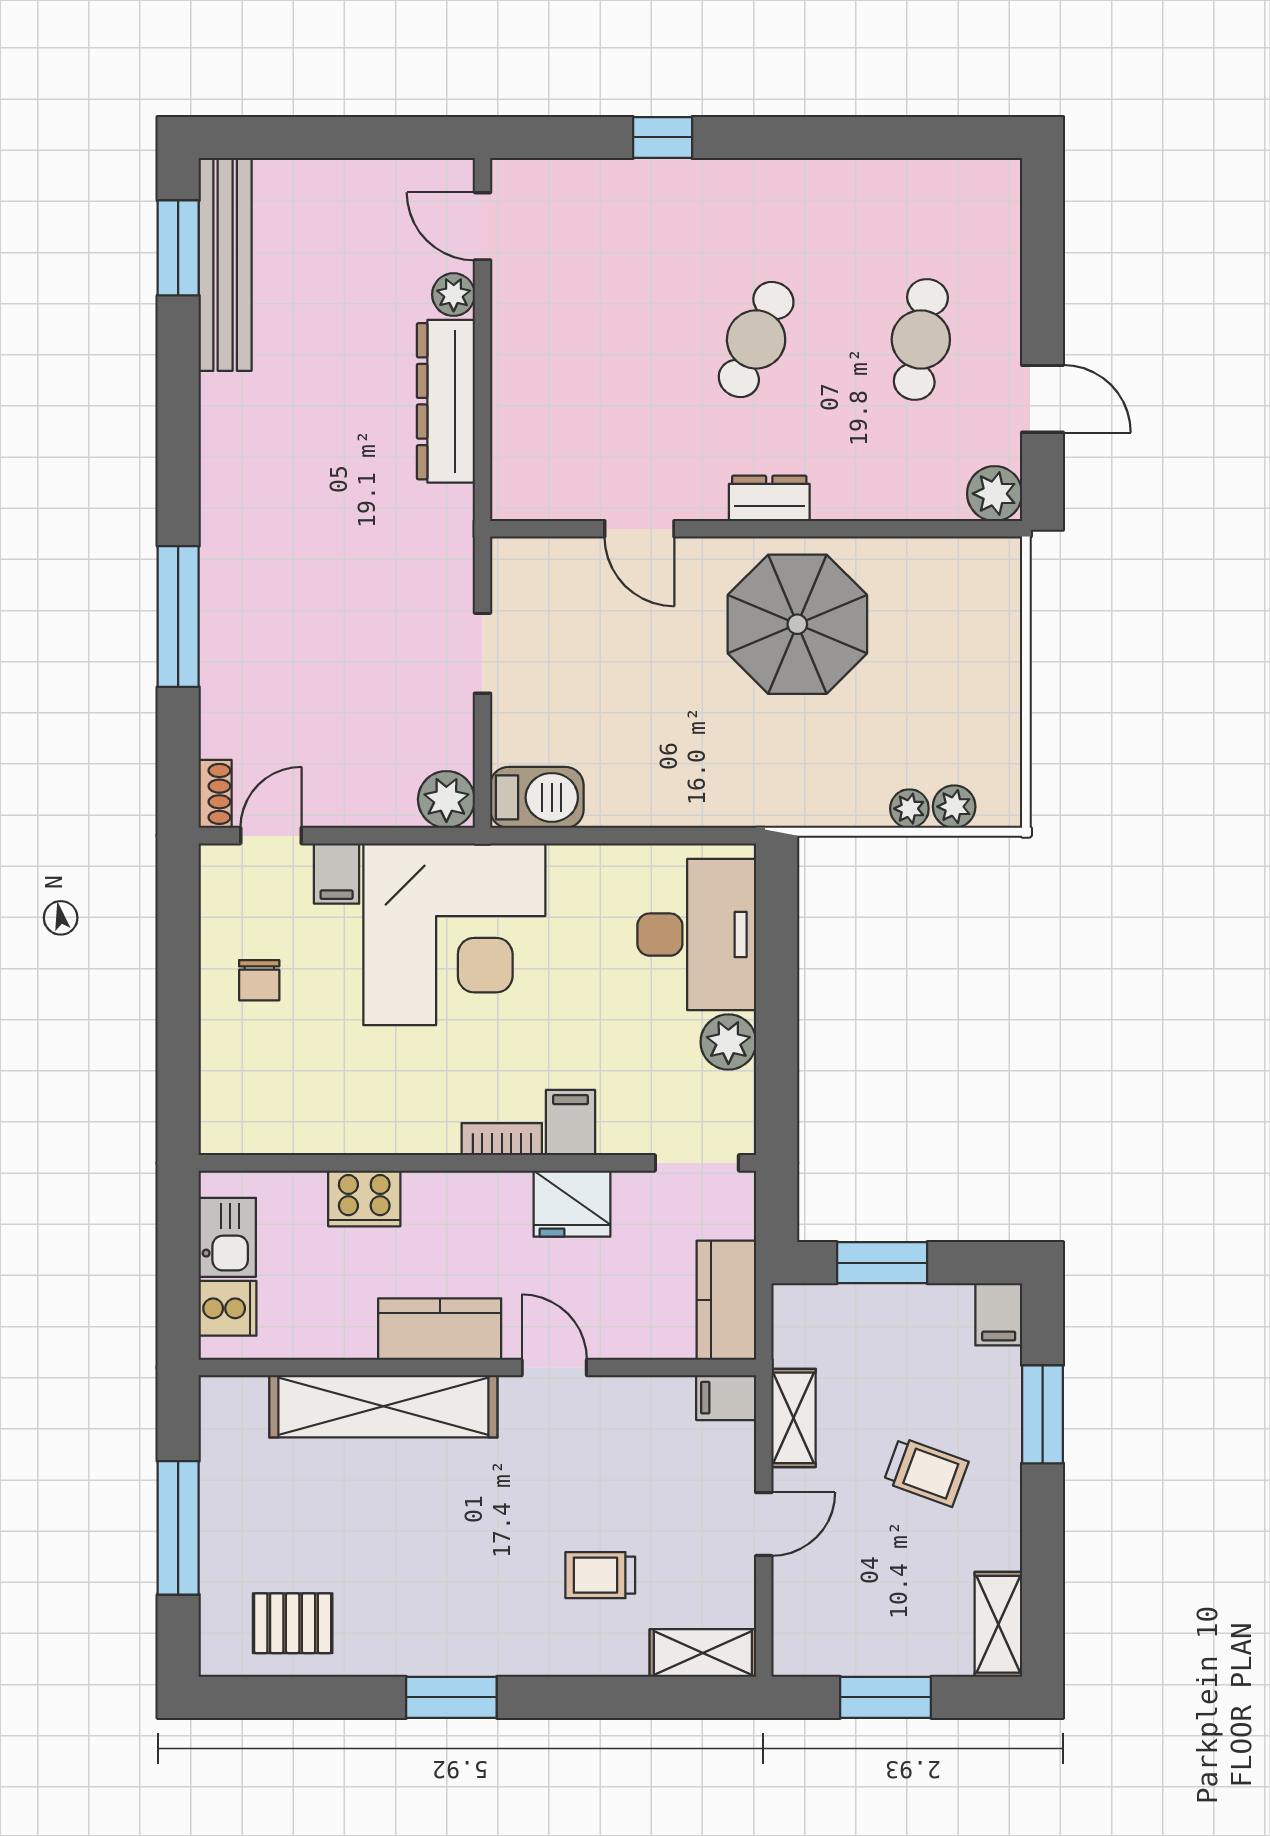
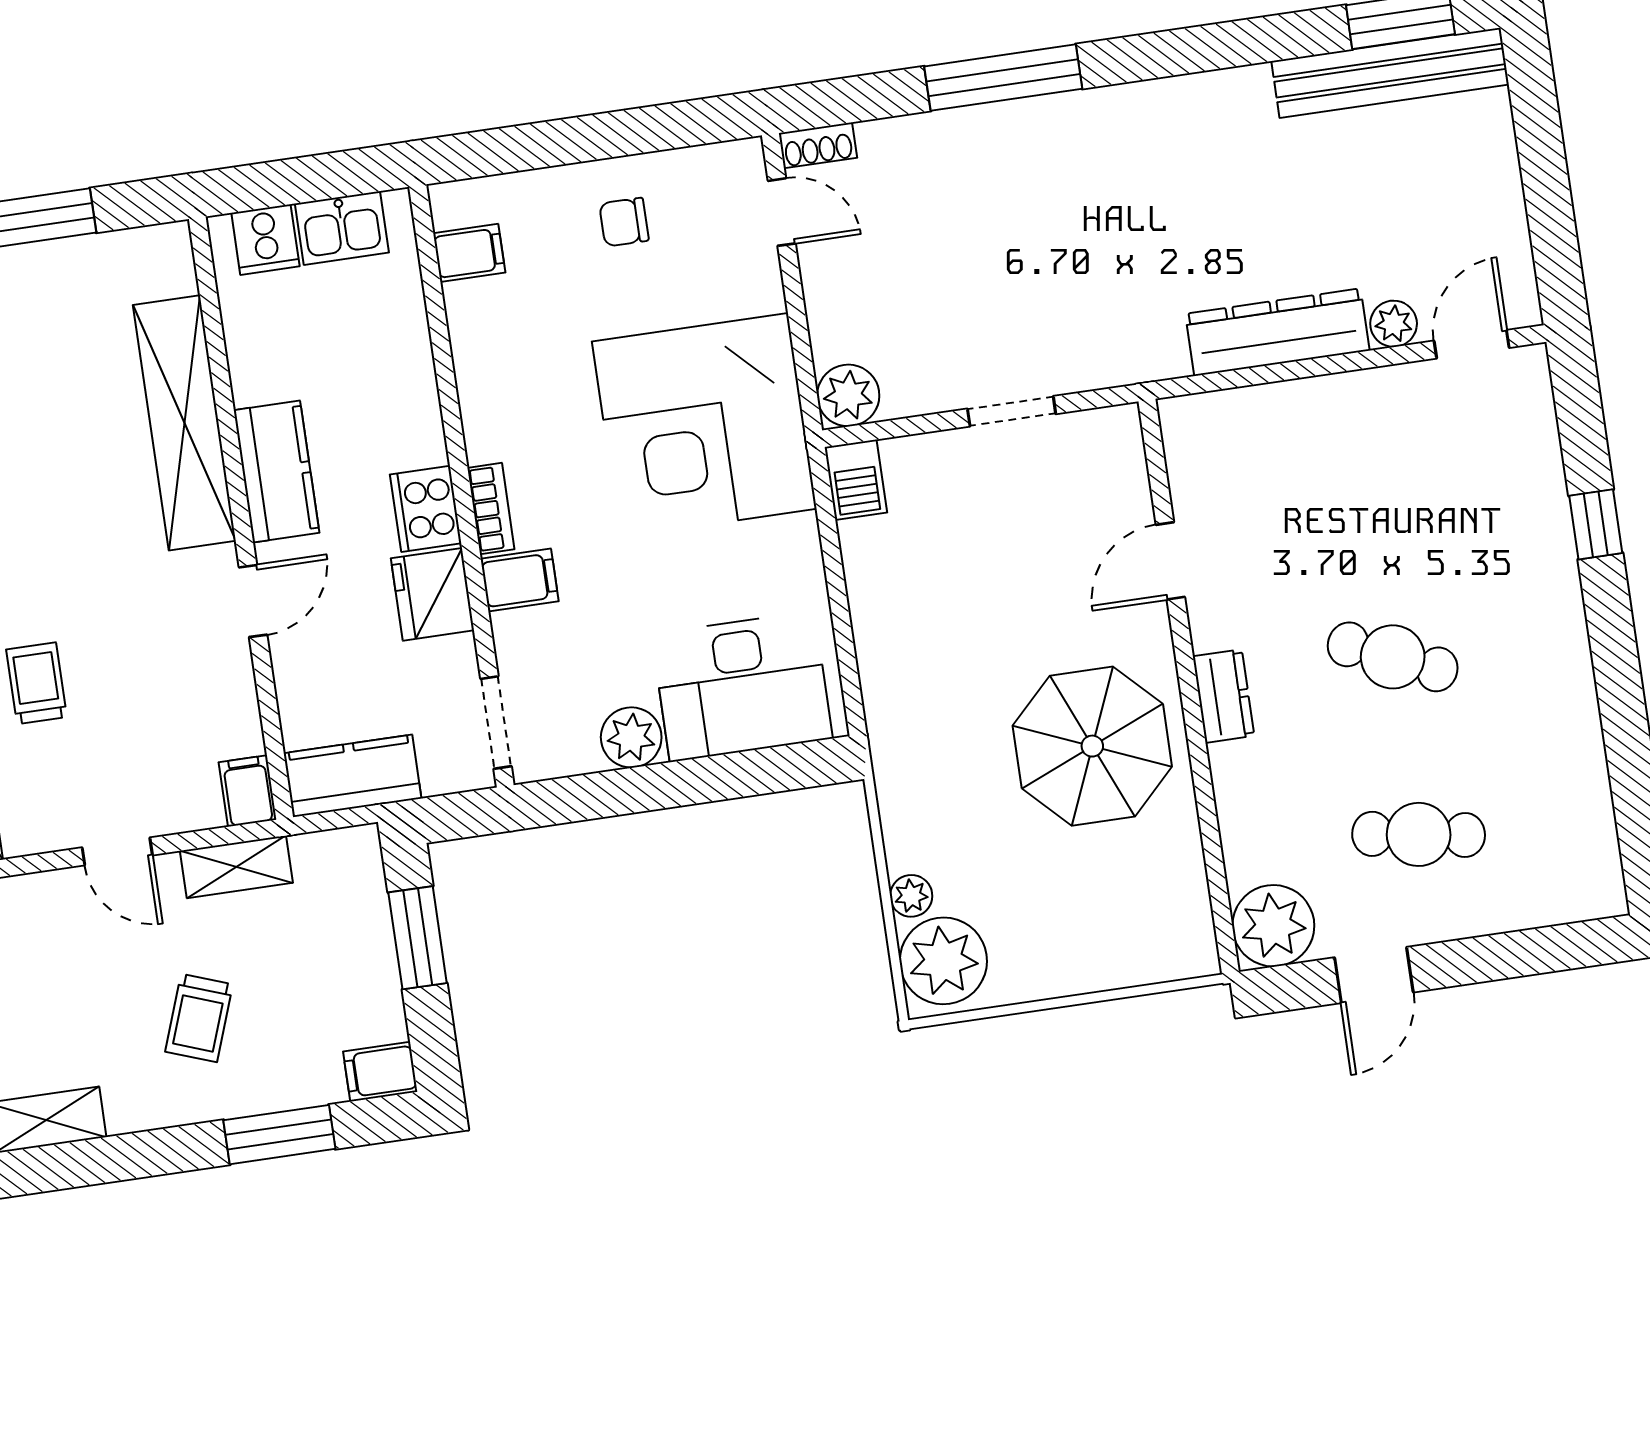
plant: (995, 494) -> (1273, 926), width x1.36, depth x1.36
barbecue: (537, 797) -> (856, 480), width x0.73, depth x0.79
plant: (954, 807) -> (943, 961), width x1.88, depth x1.88
filing cabinet: (337, 873) -> (469, 253), moved, turned 180
cooker: (364, 1198) -> (426, 509), moved

